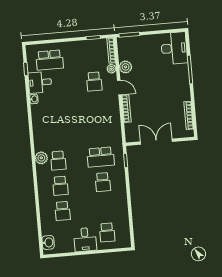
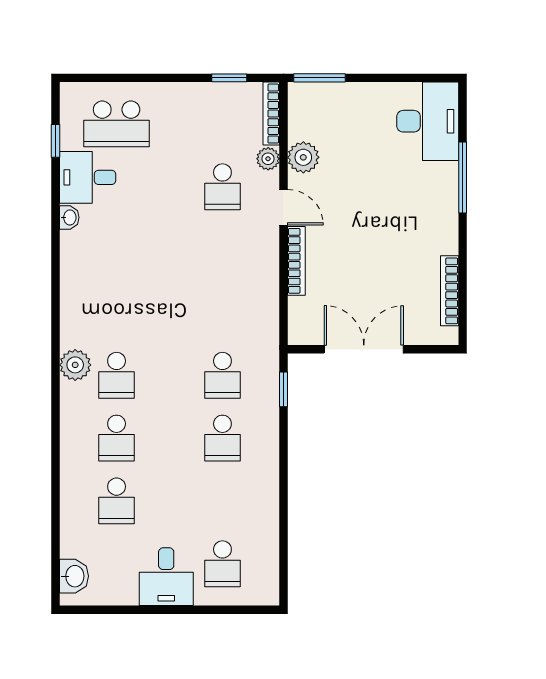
school desk: (101, 157) -> (222, 375), width x0.54

